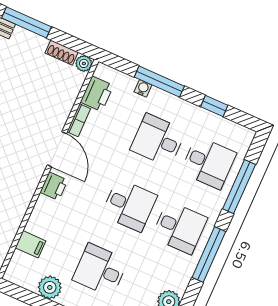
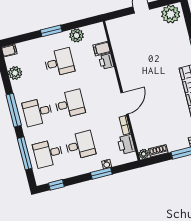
window: (159, 82) -> (101, 173), width x0.69
window: (214, 106) -> (56, 185), moved
door: (57, 149) -> (125, 103), swing flipped
printer: (54, 186) -> (106, 61), moved
desk: (129, 205) -> (70, 104), turned 180

